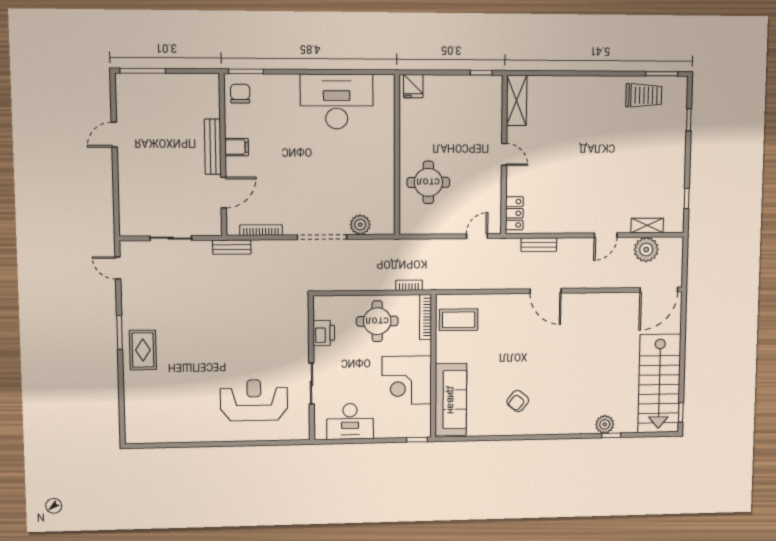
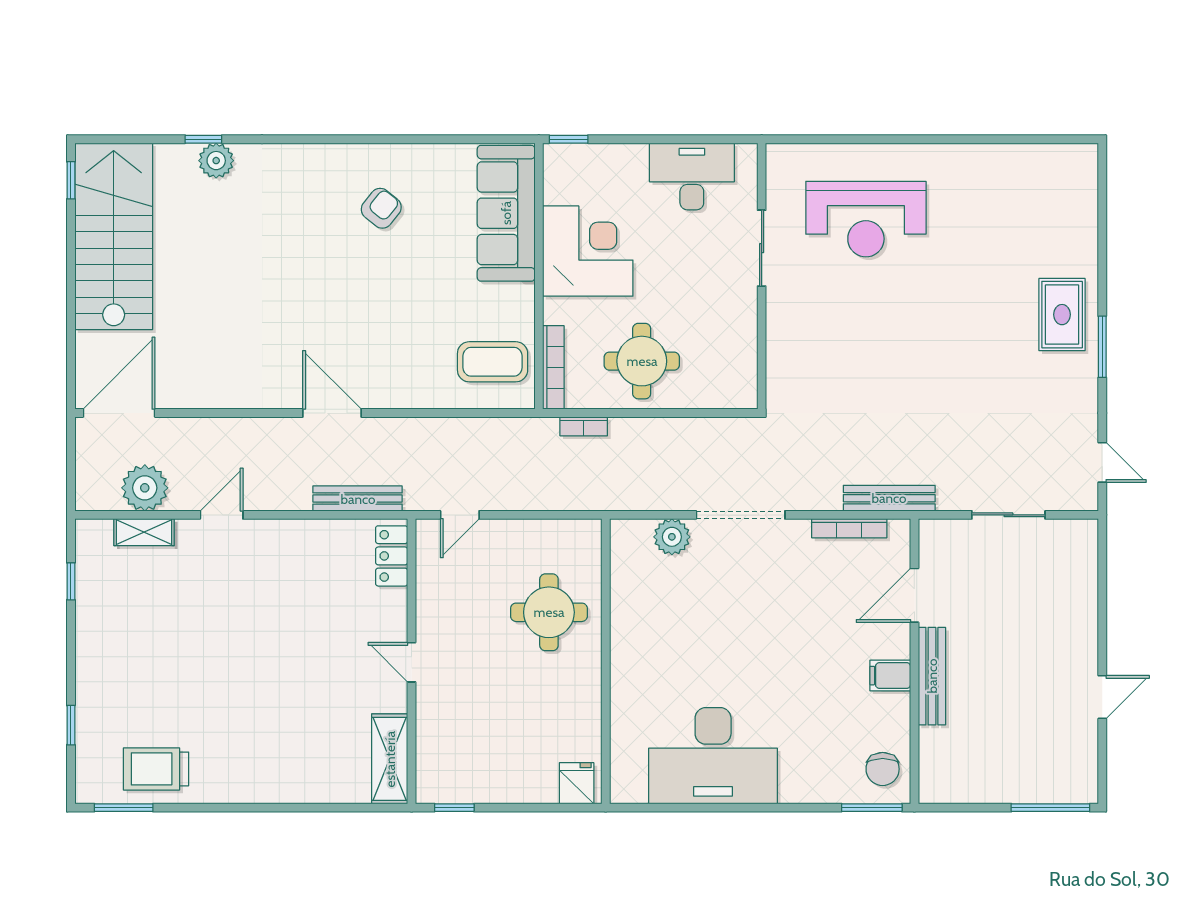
bench: (539, 245) -> (358, 499), width x1.36
bench: (232, 247) -> (889, 498), width x1.36
printer: (324, 333) -> (739, 341), removed

